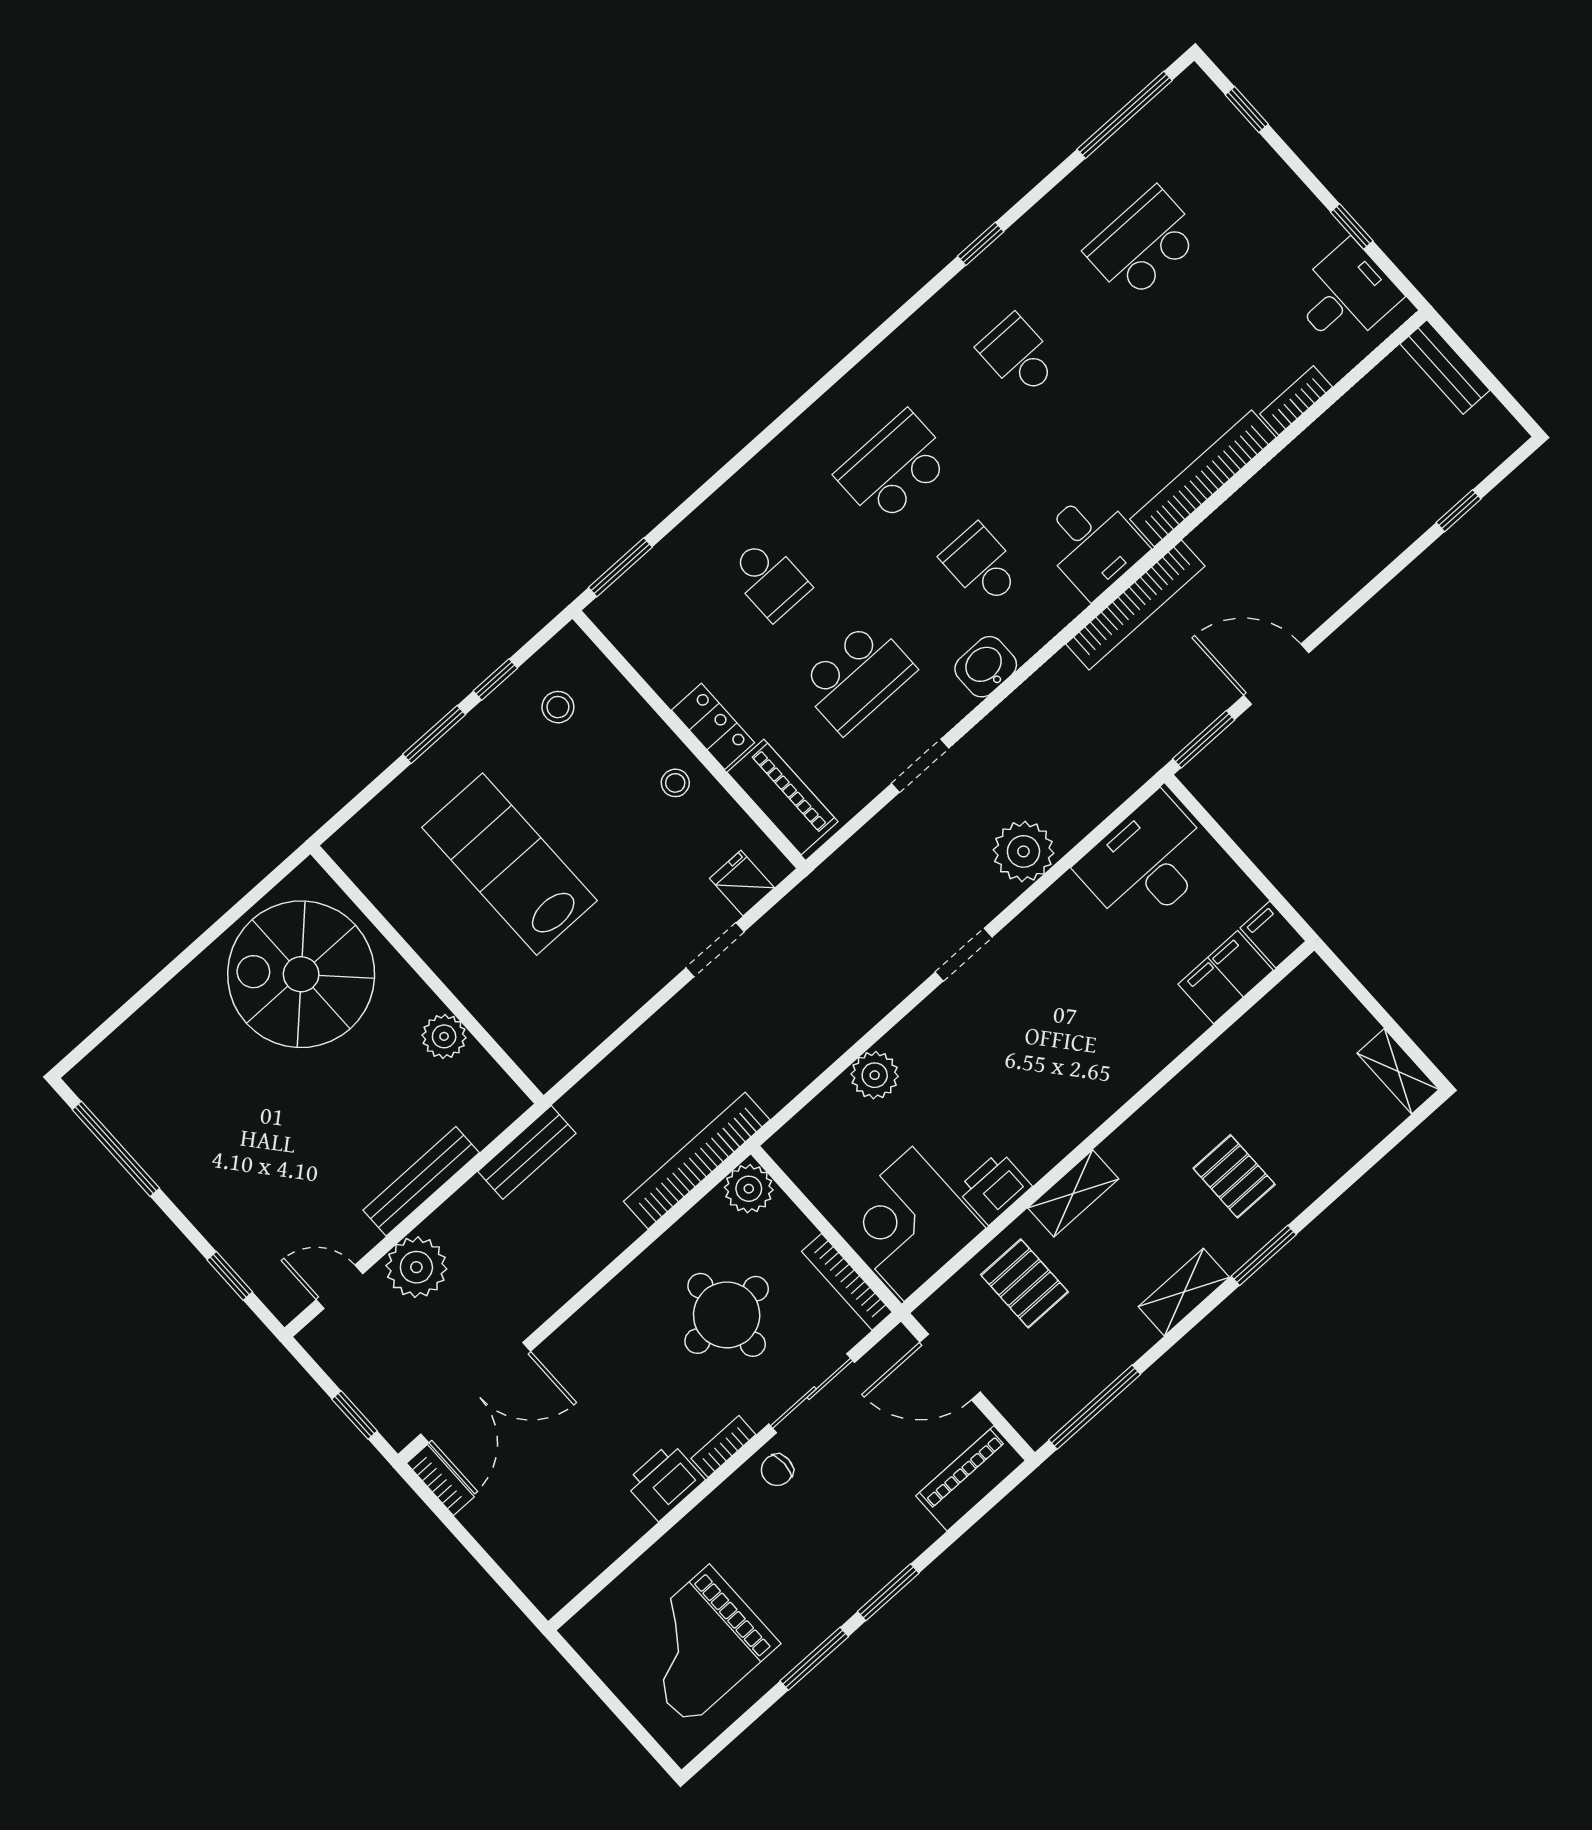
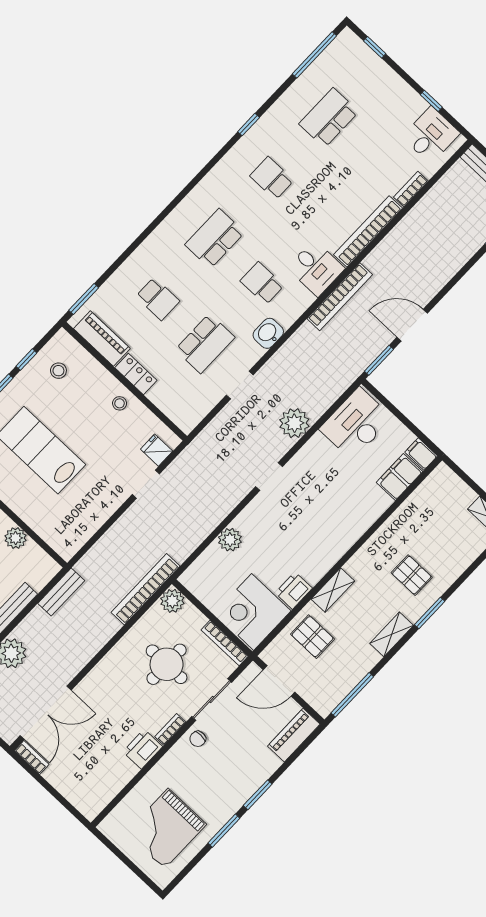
piano: (783, 797) -> (102, 339), moved

